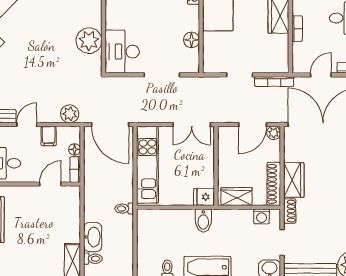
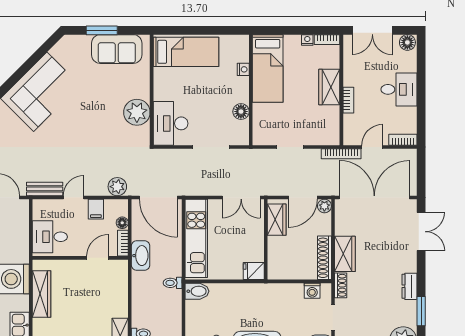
bookcase: (274, 82) -> (341, 154), moved
wardrobe: (237, 197) -> (277, 220), moved, turned 90
bidet: (203, 220) -> (197, 291), moved, turned -90
washbasin: (93, 237) -> (141, 256), moved

